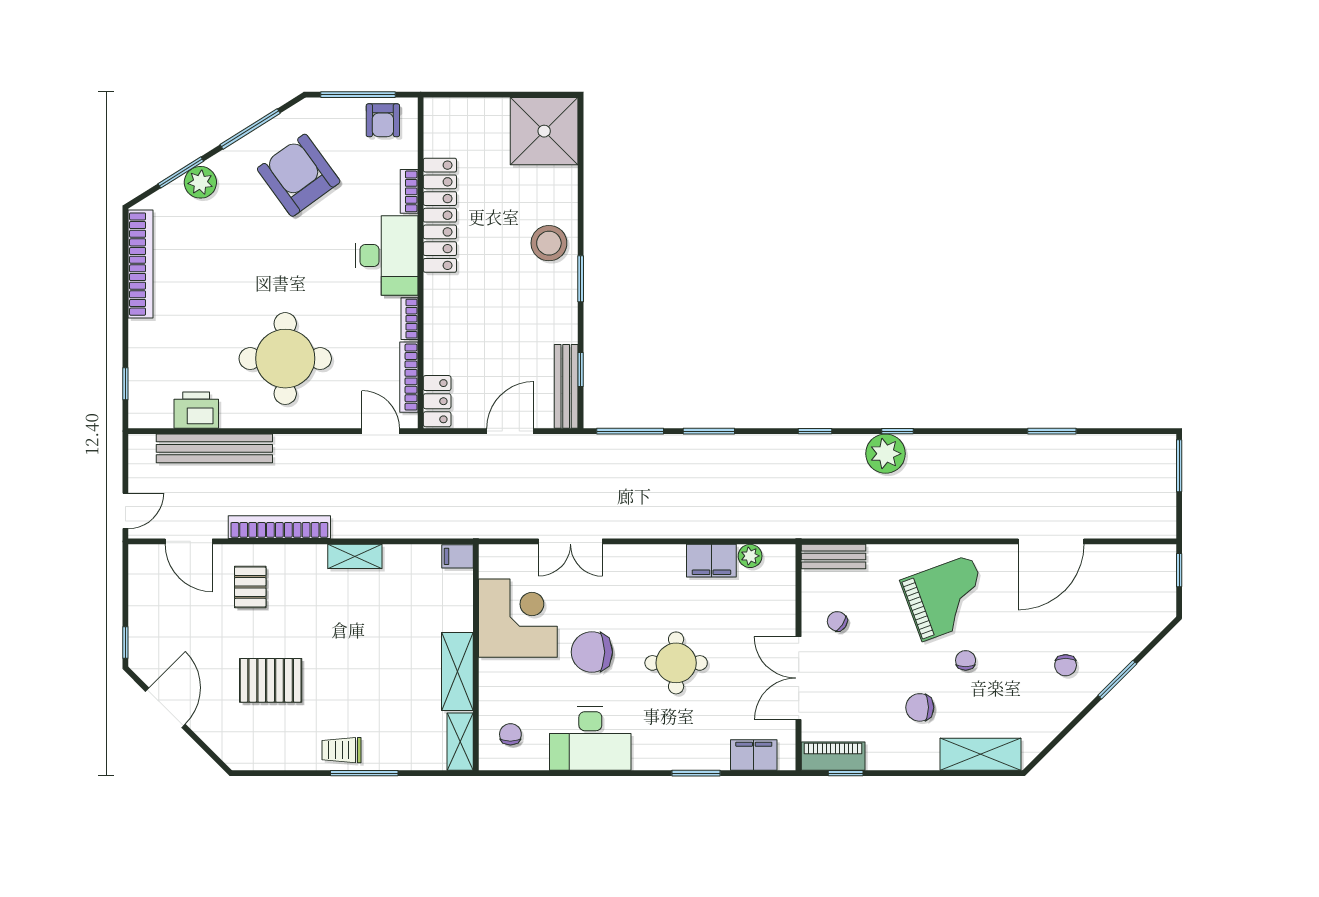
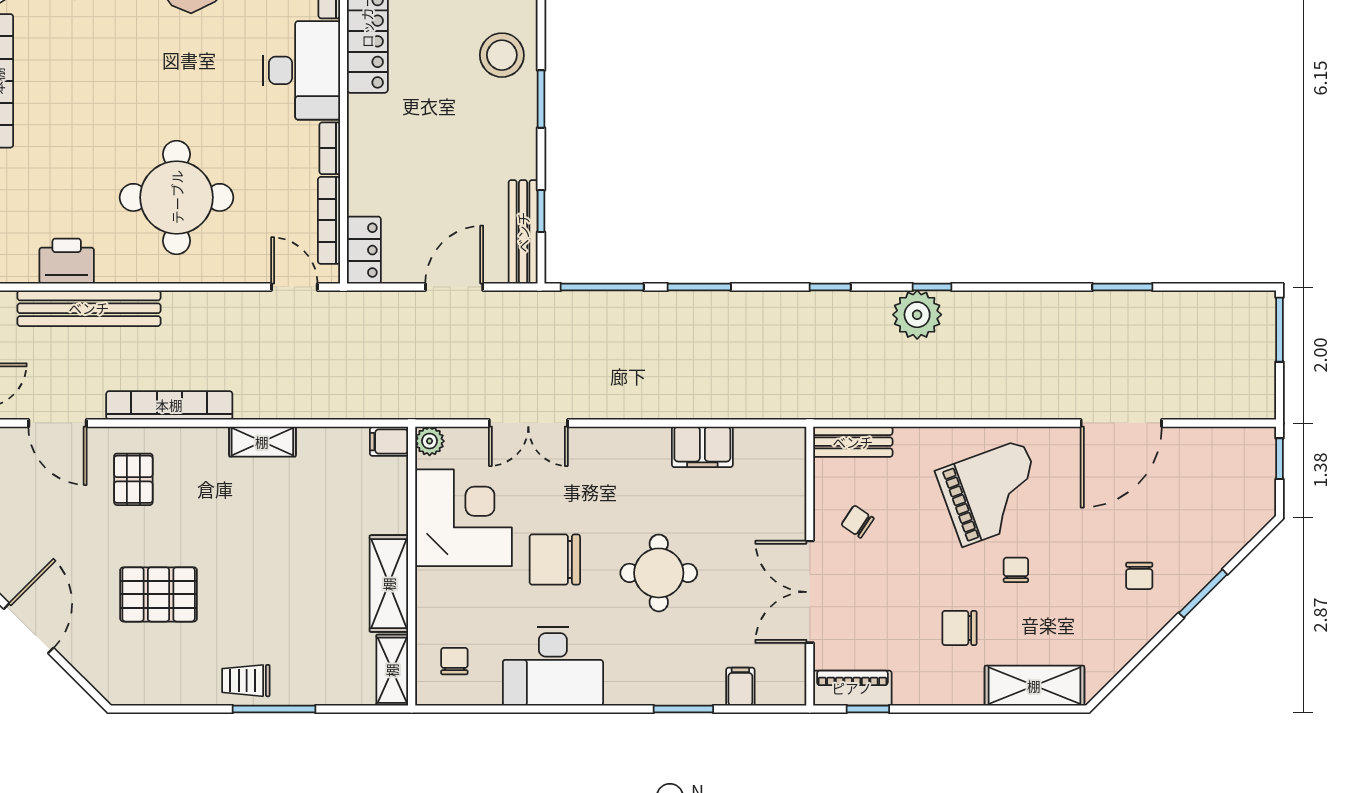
plant: (750, 556) -> (430, 441), moved
filing cabinet: (754, 755) -> (740, 687), width x0.50

